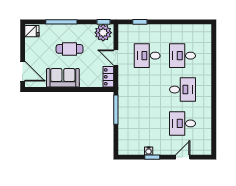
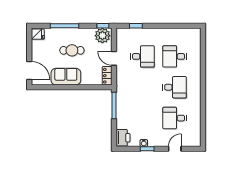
desk: (147, 56) -> (142, 56), turned 180
printer: (126, 145) -> (123, 138), added

